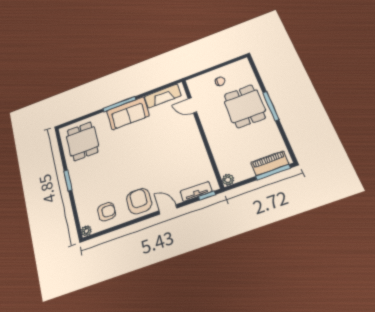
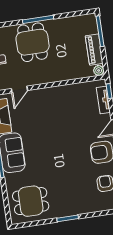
dining table: (245, 106) -> (33, 42), turned 90
piano: (270, 163) -> (94, 50), moved

